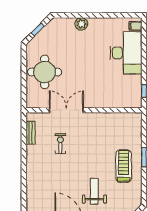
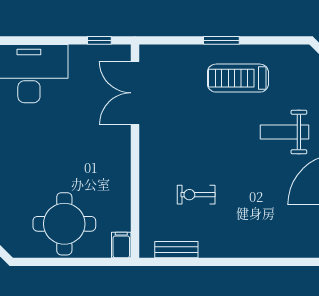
filing cabinet: (33, 103) -> (121, 245), added
double door: (66, 110) -> (135, 93), moved

